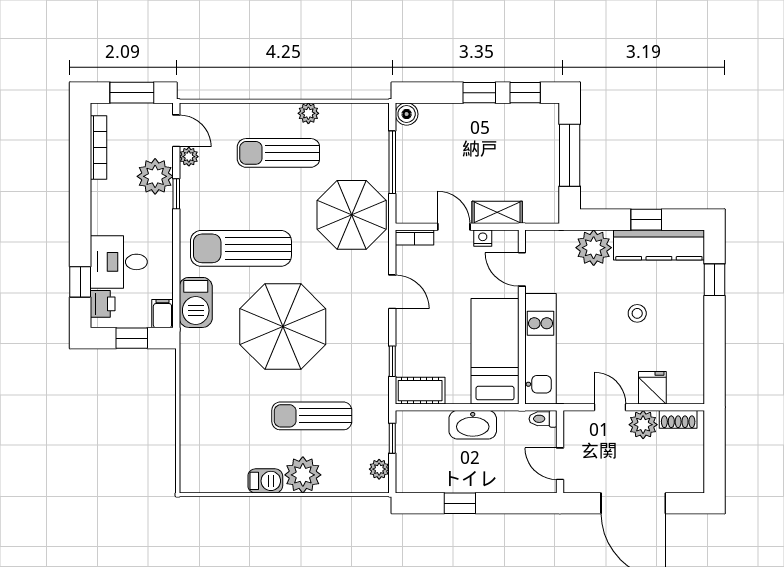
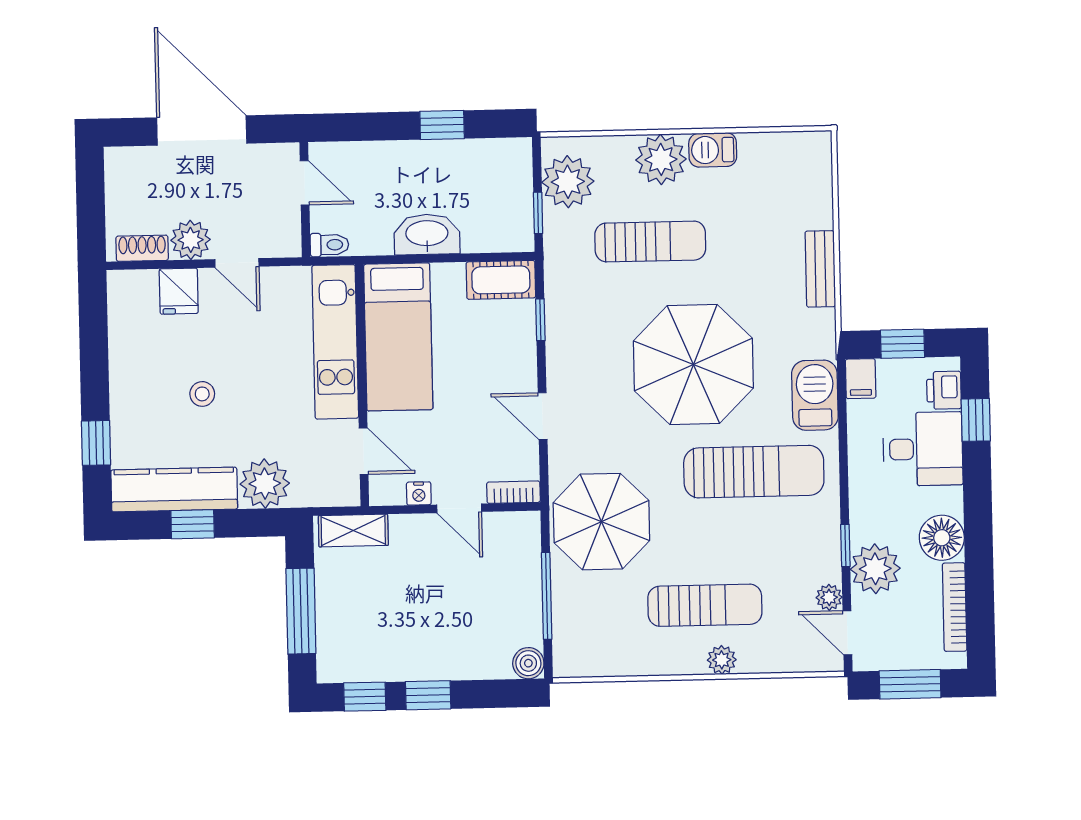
plant: (308, 113) -> (722, 660), moved
floor lamp: (107, 198) -> (942, 538), added
shelving: (497, 212) -> (353, 531), moved
bench: (190, 393) -> (820, 269), added
plant: (379, 469) -> (568, 182), width x1.87, depth x1.87

